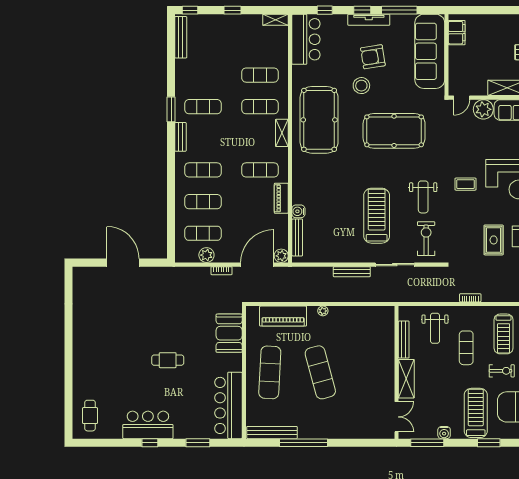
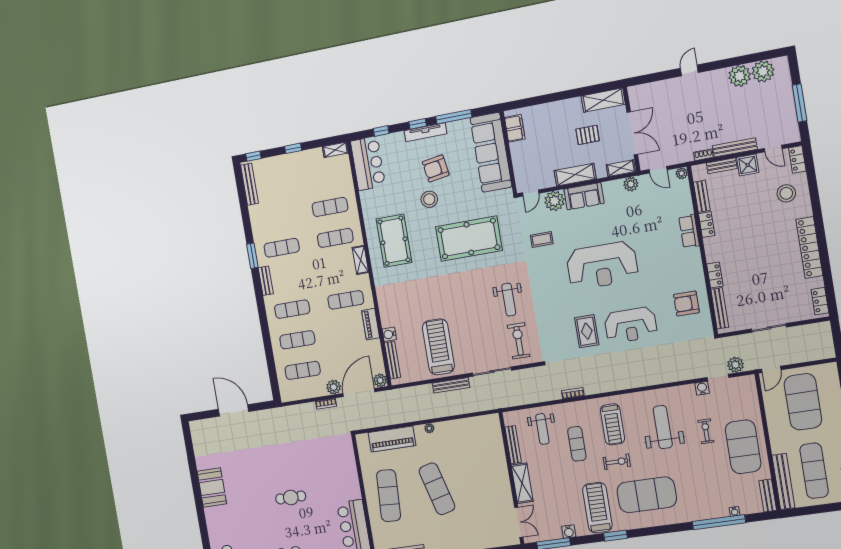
pool table: (319, 120) -> (394, 241), width x0.73, depth x0.76
coffee table: (466, 184) -> (542, 239), moved
treadmill: (377, 216) -> (438, 347), moved
plant: (206, 255) -> (334, 387), moved
booth: (229, 333) -> (212, 487), moved

